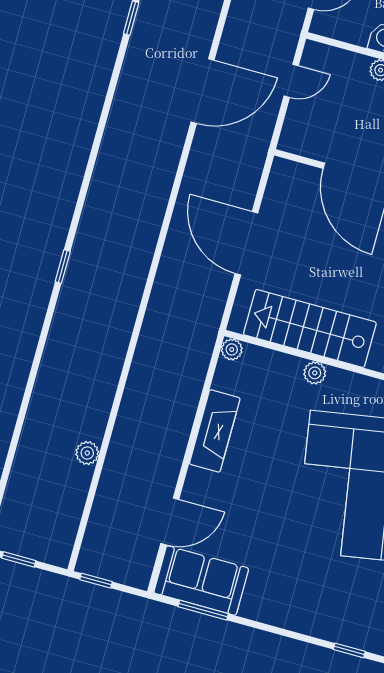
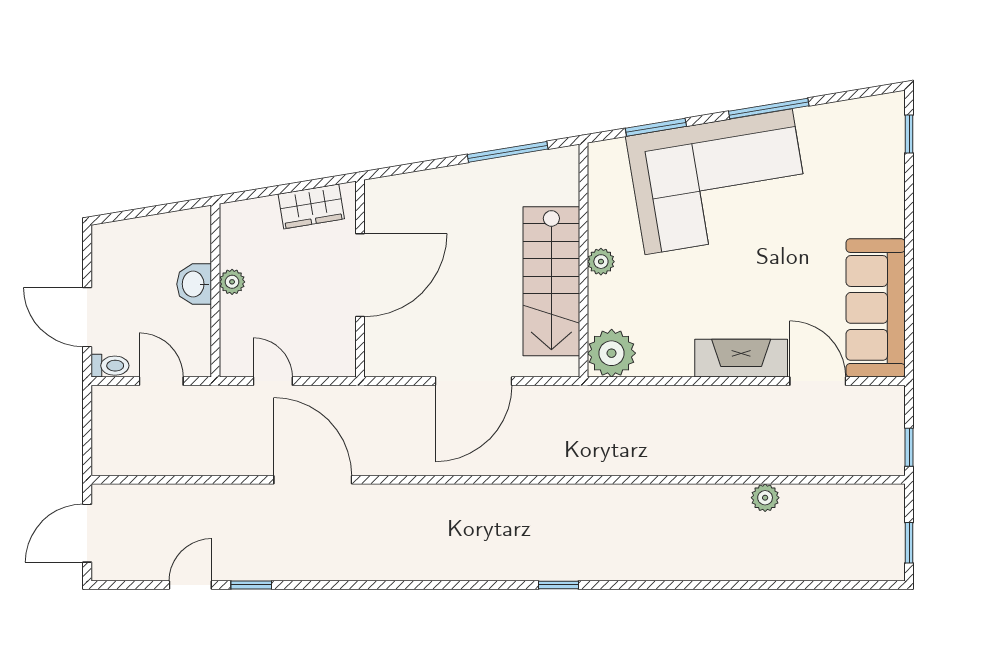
plant: (232, 349) -> (612, 353), width x1.88, depth x1.88
fireplace: (215, 431) -> (741, 358), moved
sofa: (201, 581) -> (876, 308), width x1.36
window: (203, 610) -> (909, 315), removed

